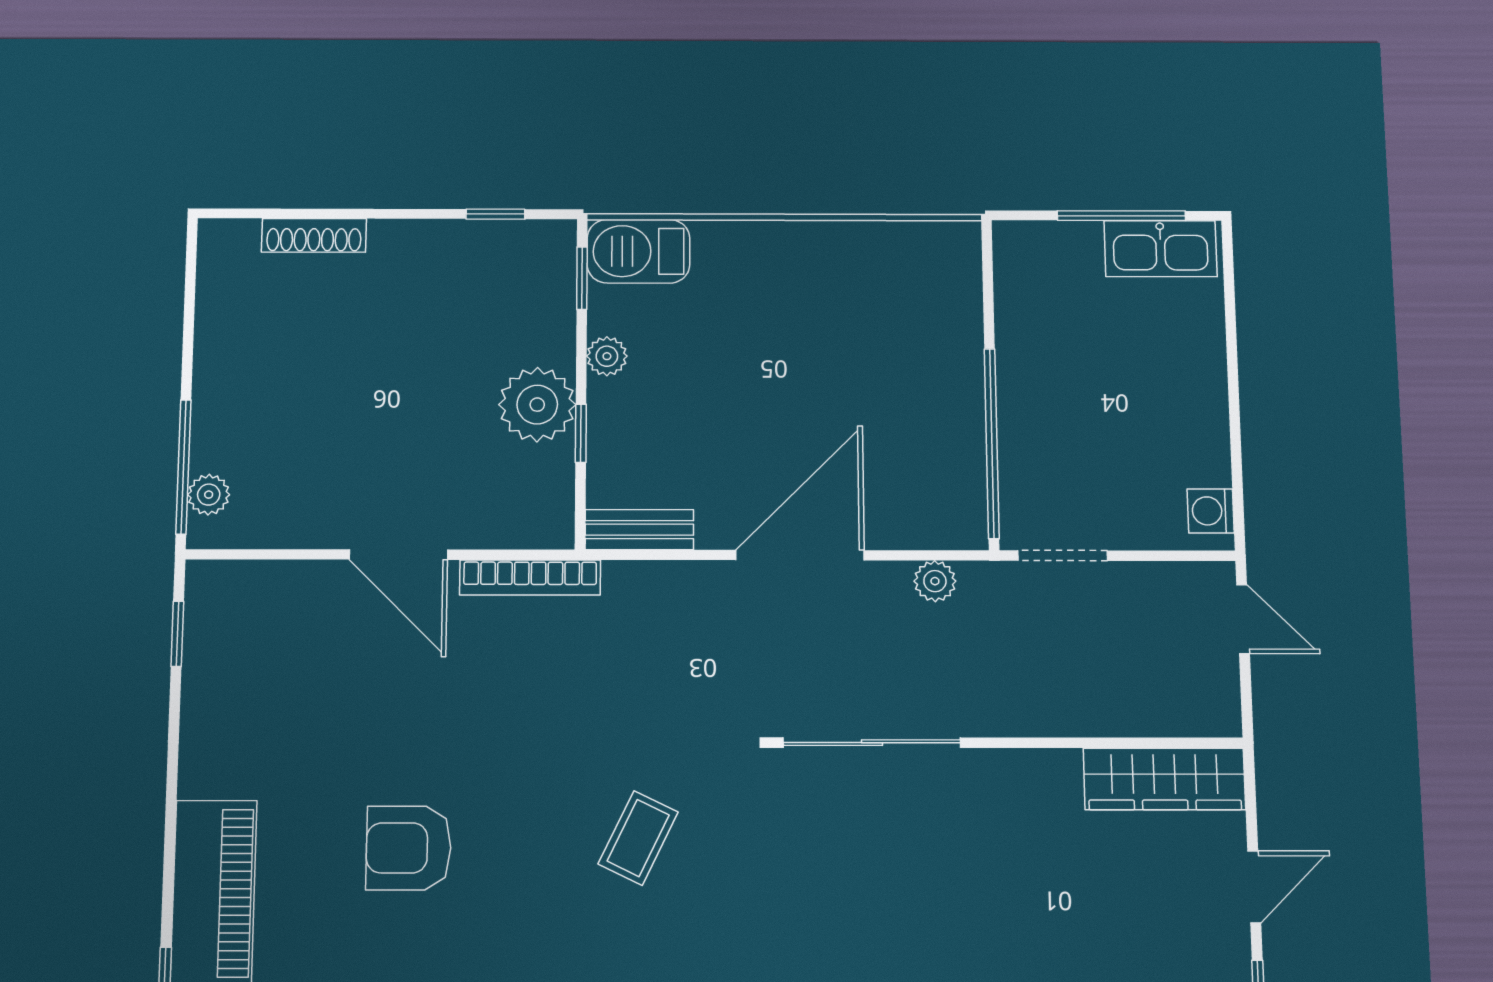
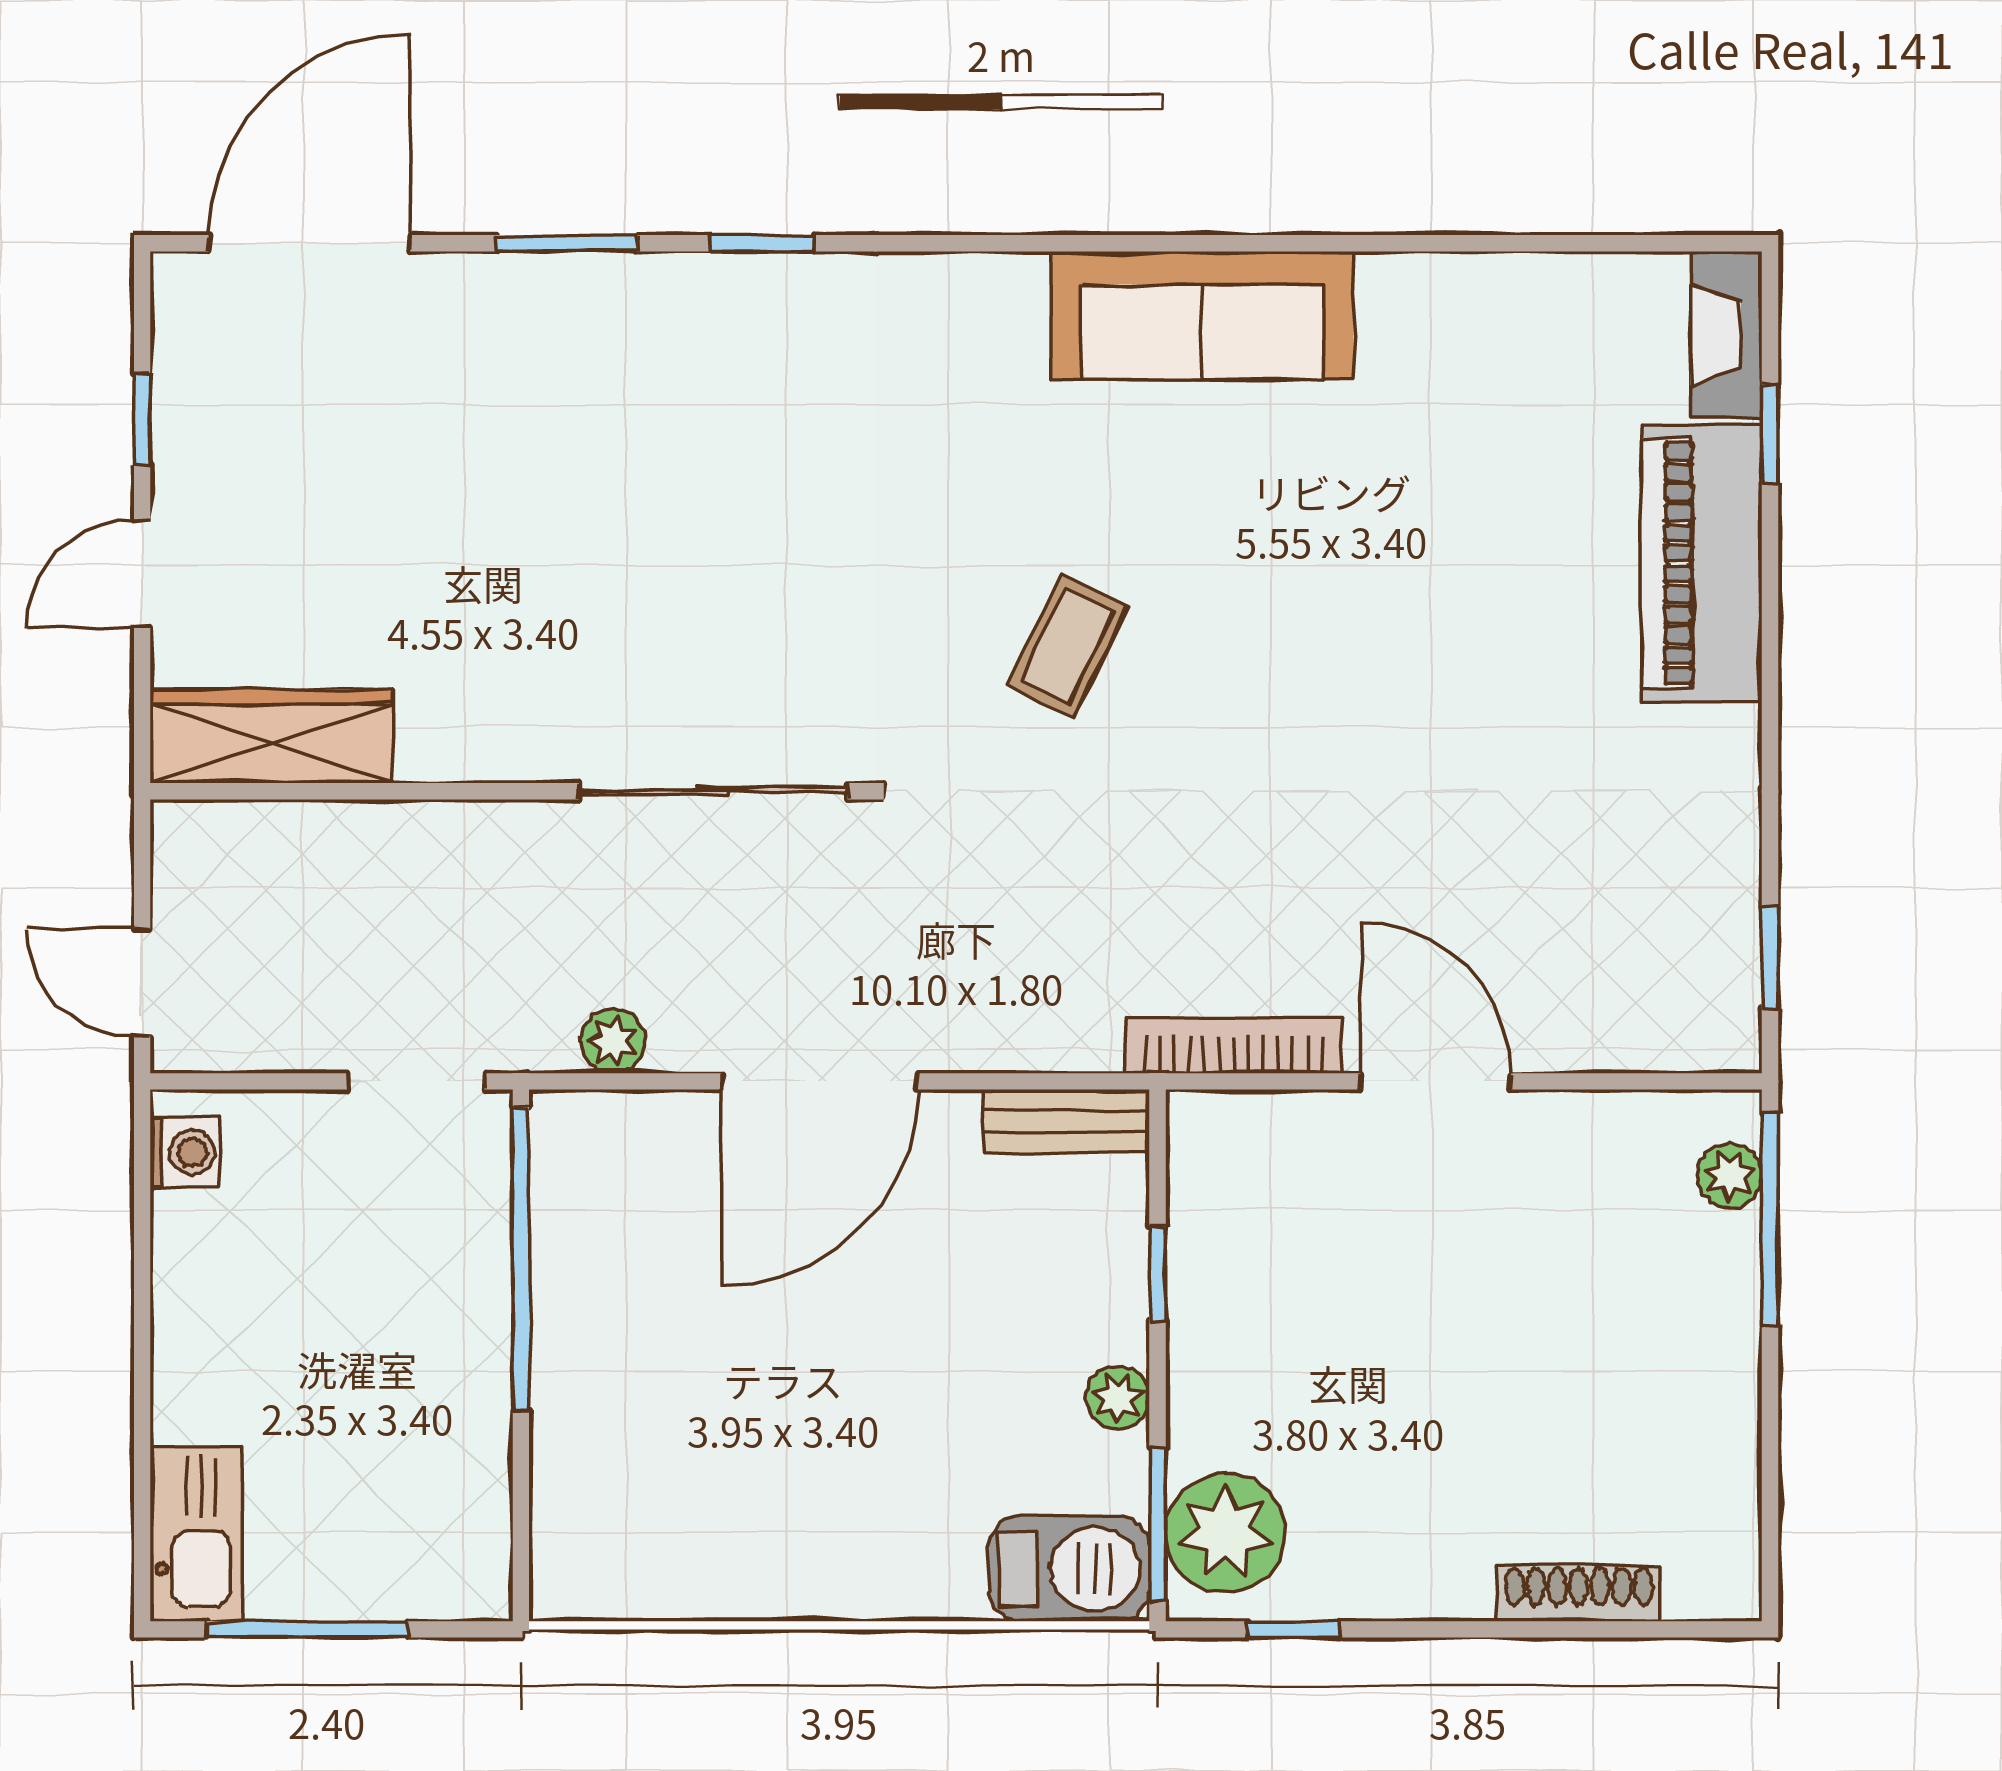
kitchen sink: (1161, 249) -> (196, 1534), moved, turned 90
window: (582, 278) -> (1158, 1524), width x1.50
plant: (537, 405) -> (1226, 1533), moved
armchair: (409, 848) -> (1411, 631), removed

